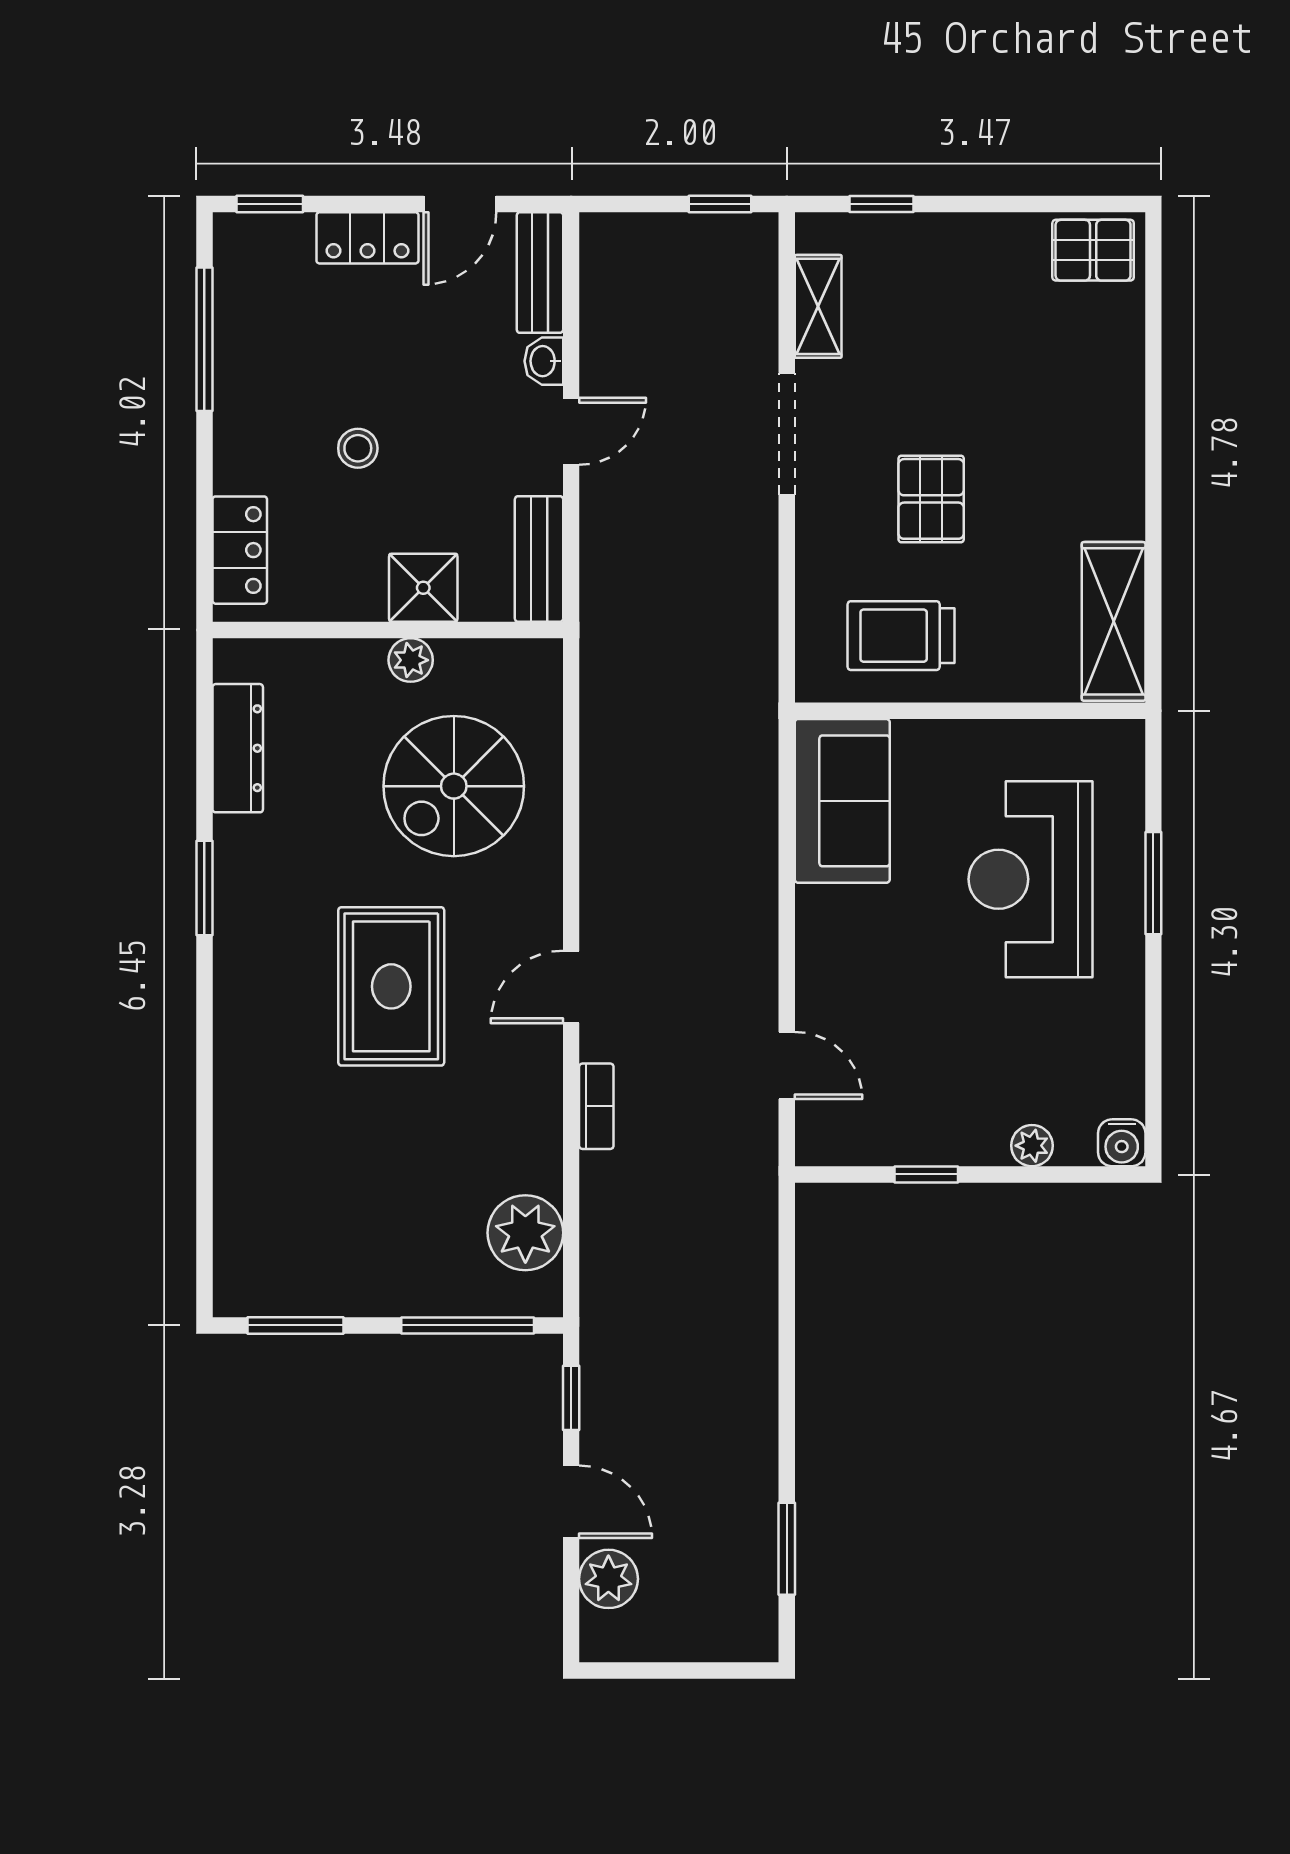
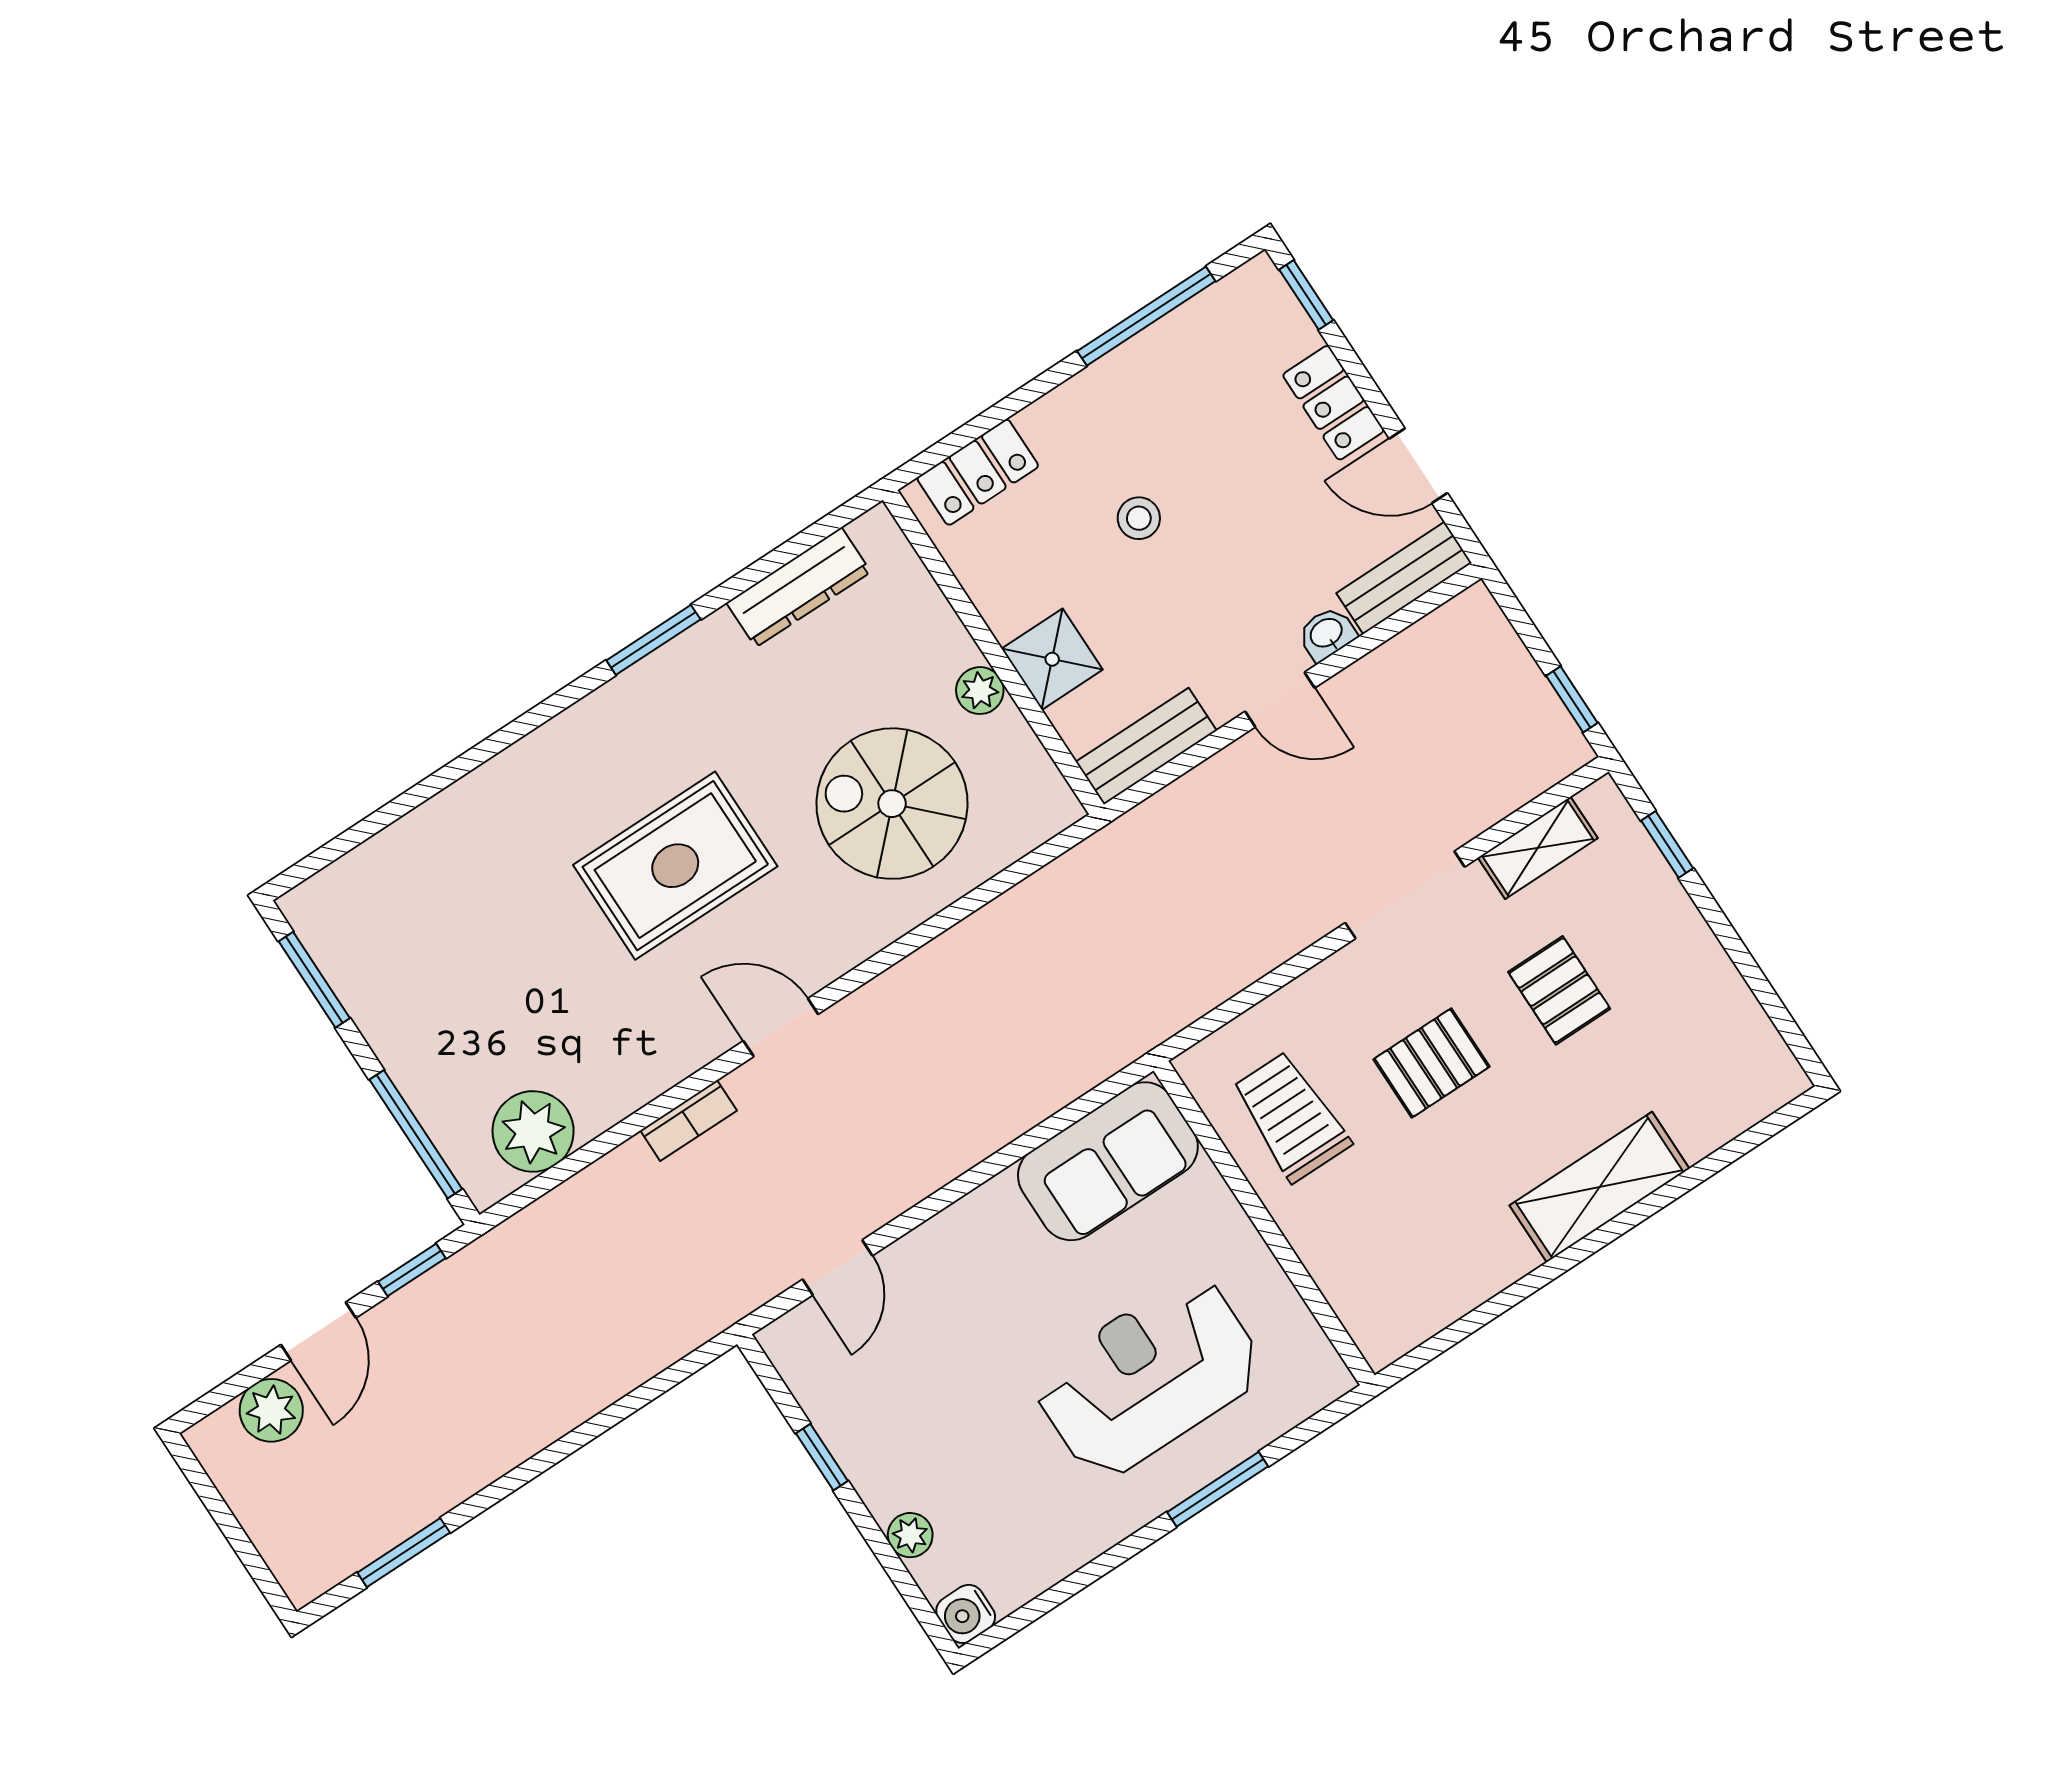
pallet: (1093, 250) -> (1559, 990), moved
shelving: (1114, 621) -> (1600, 1187), moved

